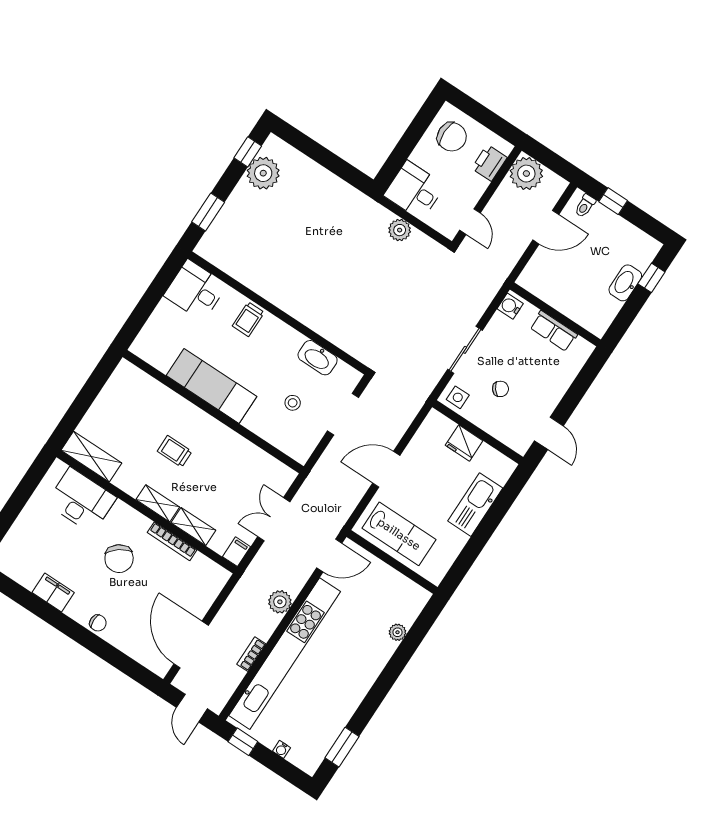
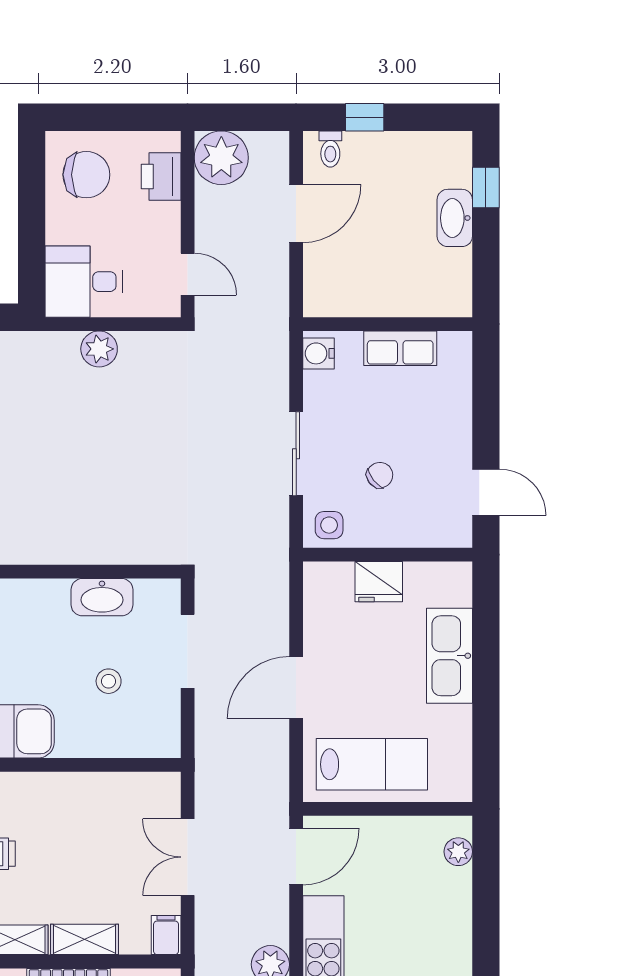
plant: (397, 632) -> (458, 852), moved

